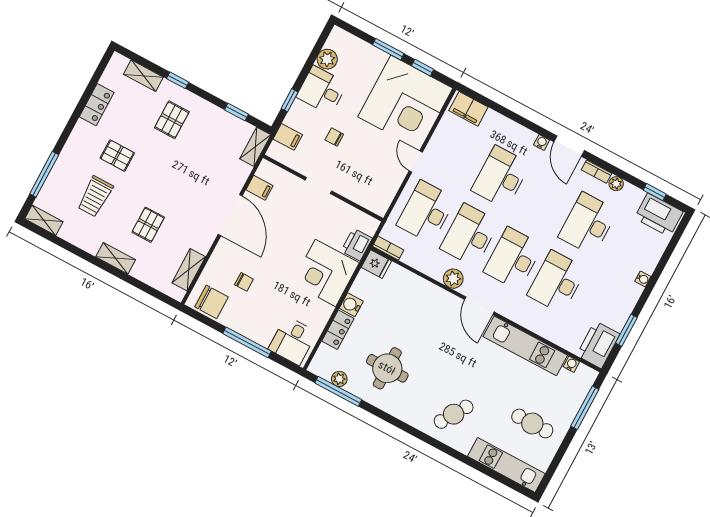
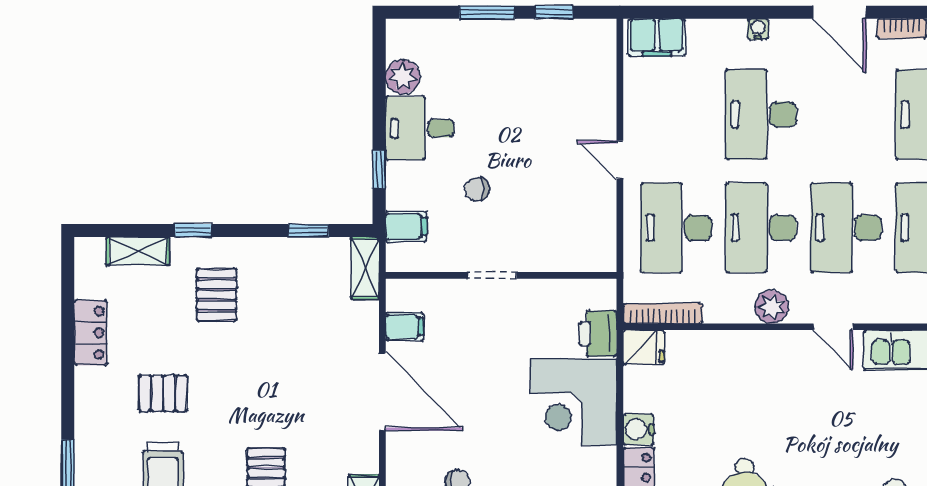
corner desk: (405, 102) -> (556, 79), removed
water cooler: (542, 142) -> (758, 29), moved
bookcase: (388, 248) -> (663, 313), width x1.56
door: (479, 306) -> (833, 327), width x0.73

